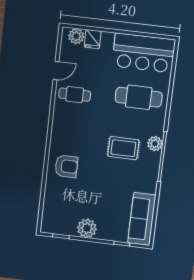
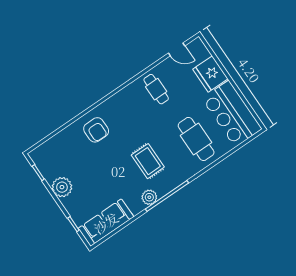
plant: (76, 36) -> (201, 53), removed
fridge: (93, 39) -> (210, 74), width x1.88, depth x1.34
door: (56, 71) -> (177, 49), moved
plant: (155, 144) -> (149, 197), moved

